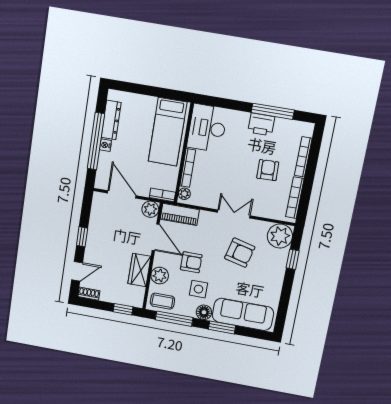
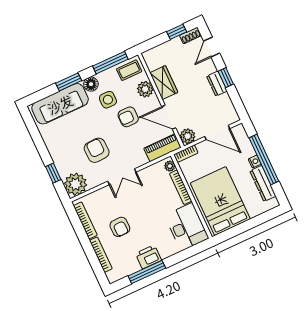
bed: (168, 132) -> (220, 201), width x1.50
dresser: (93, 237) -> (217, 84), added
armchair: (240, 253) -> (97, 150), turned 74
window: (123, 309) -> (177, 32), moved

